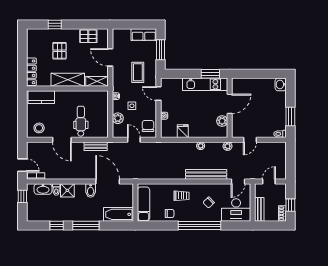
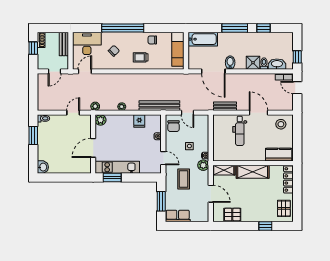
pallet: (60, 51) -> (284, 208), moved
plant: (118, 118) -> (203, 165), moved
plant: (222, 121) -> (101, 120), moved
bench: (206, 174) -> (159, 106), moved

